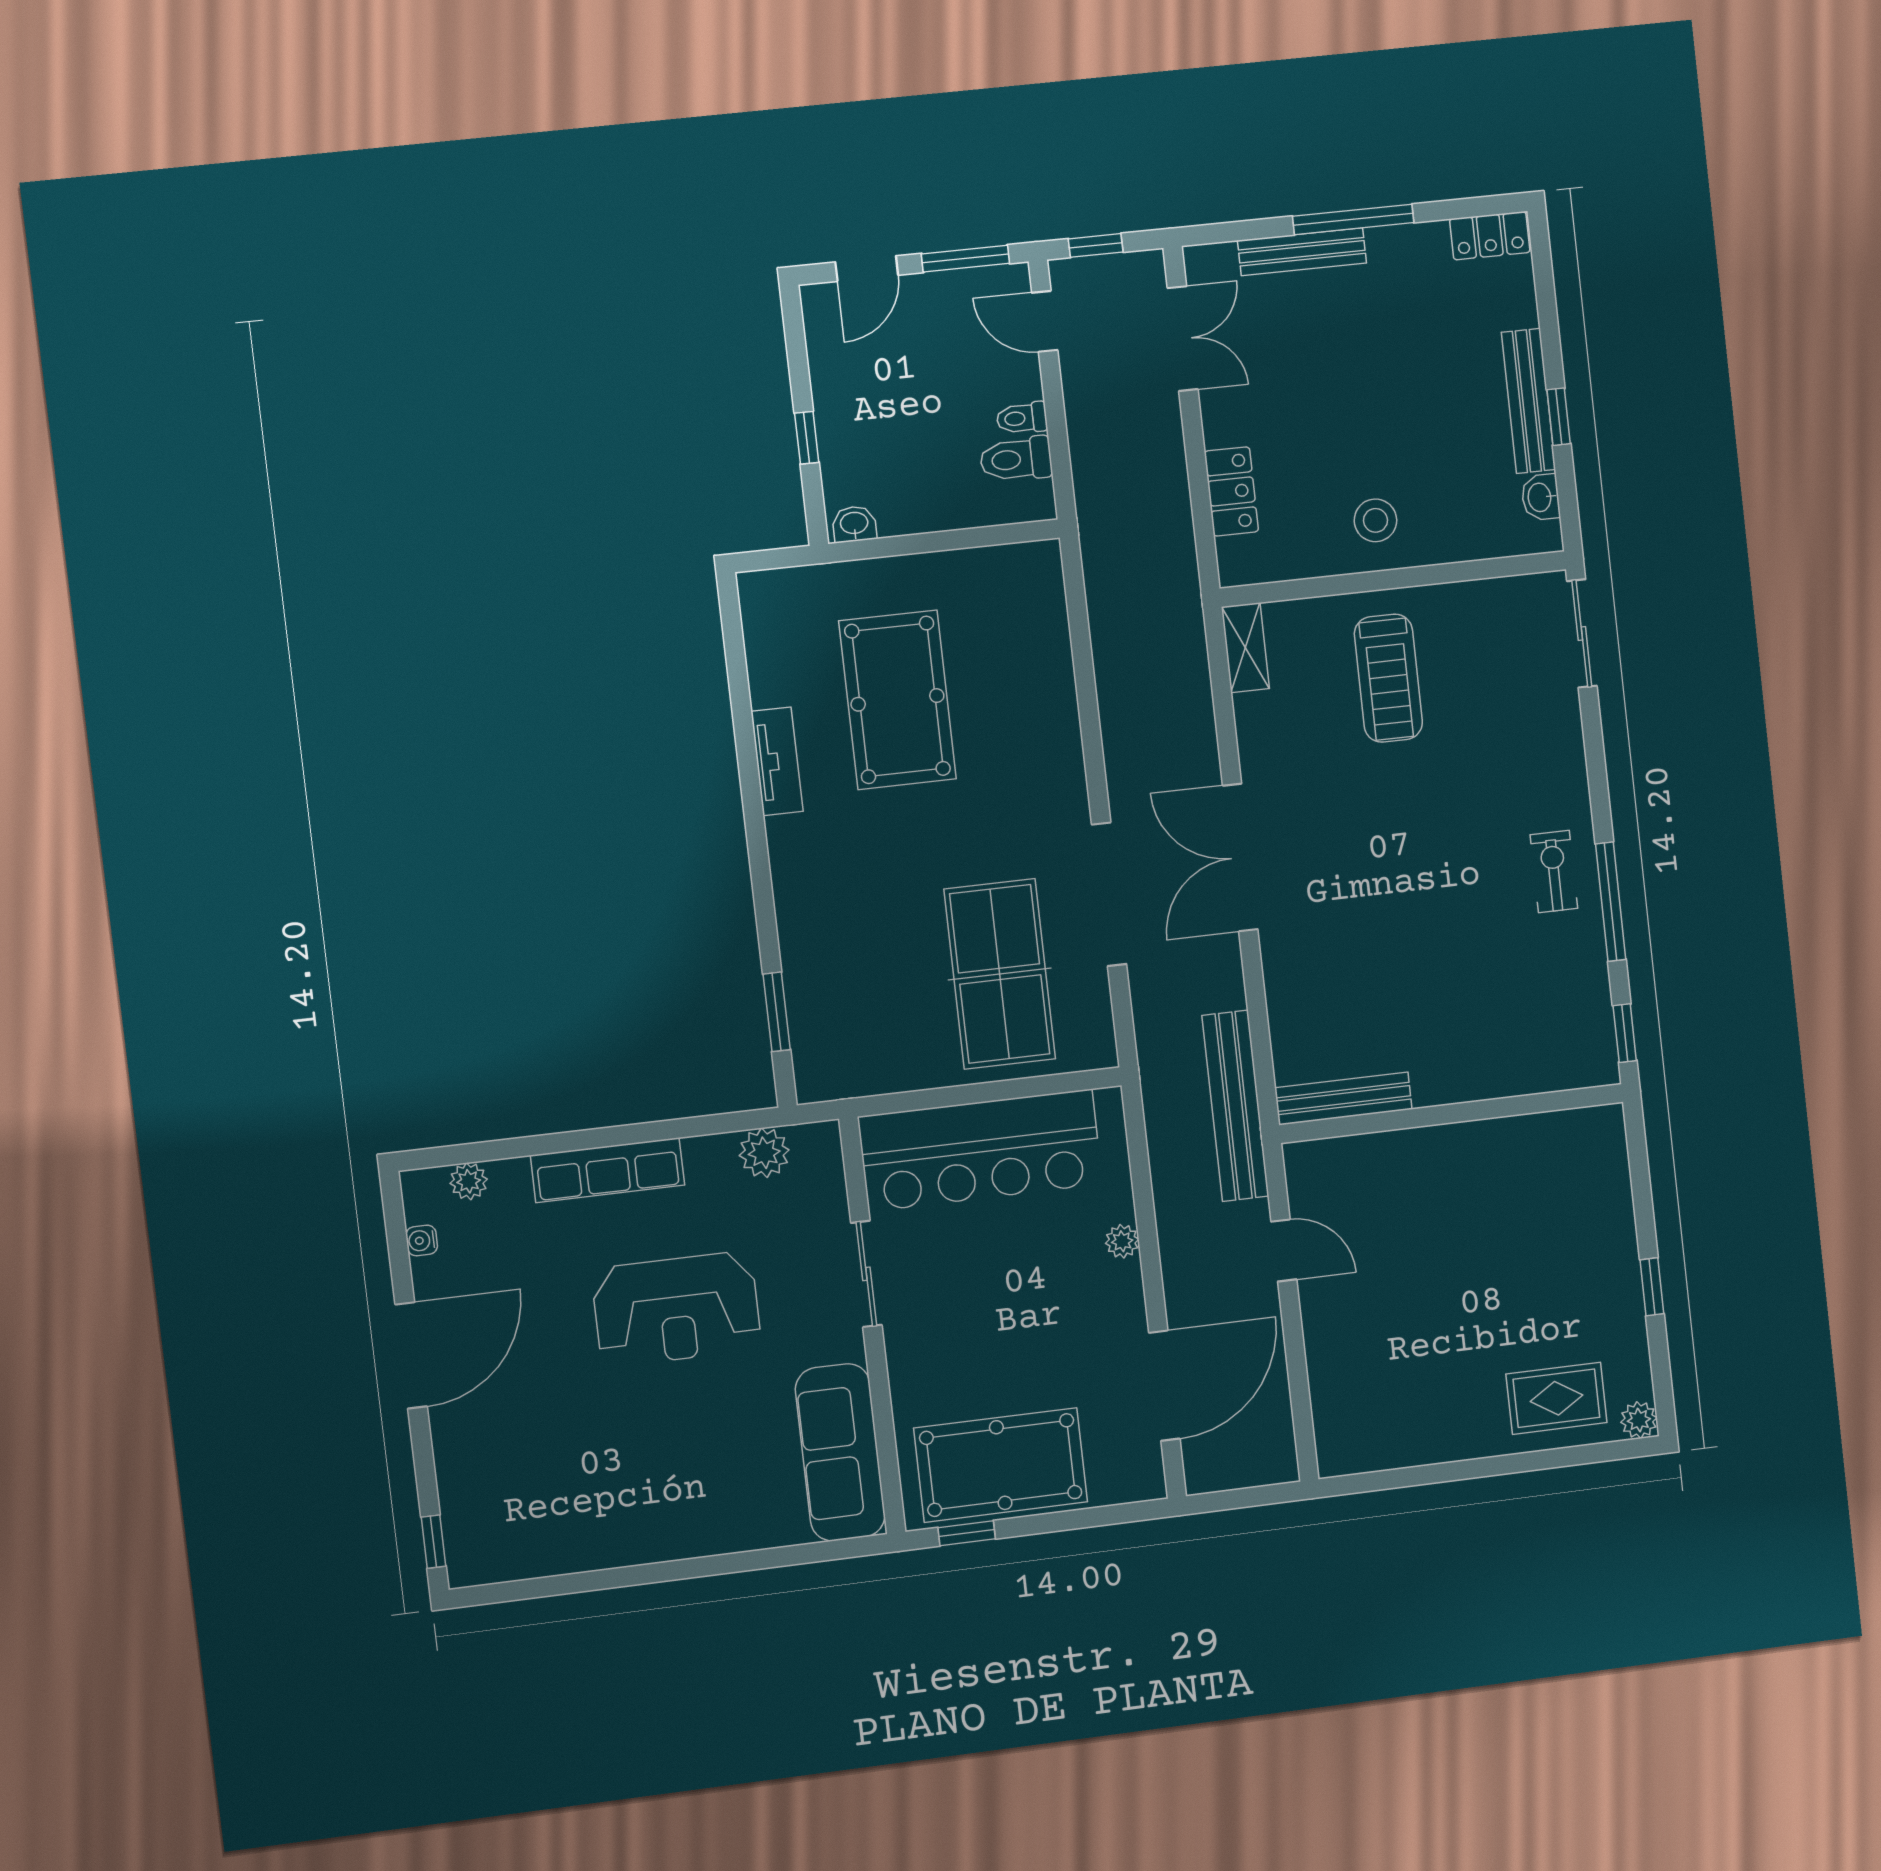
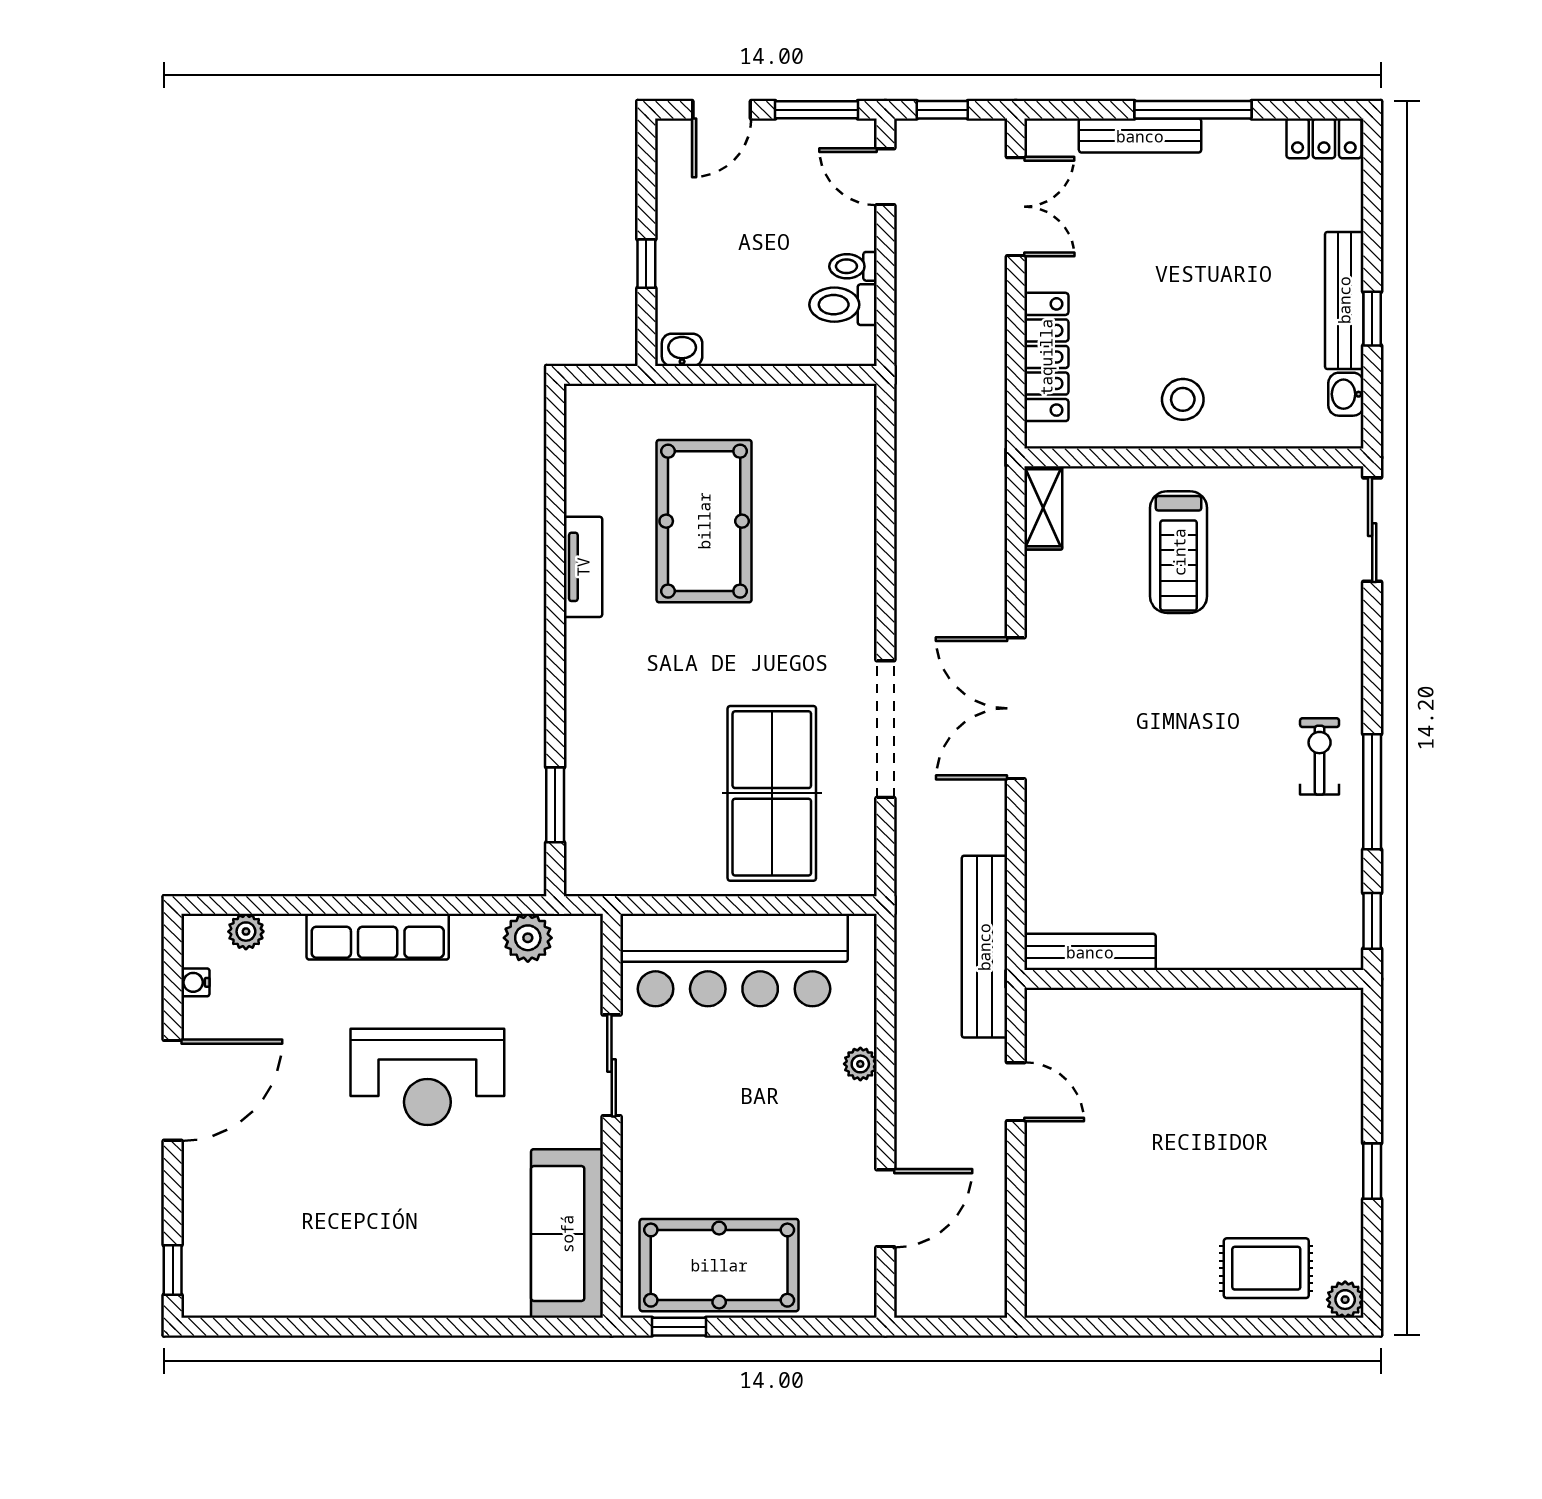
locker: (1231, 491) -> (1046, 357), width x1.53
door: (1164, 1386) -> (885, 1208), width x0.73

